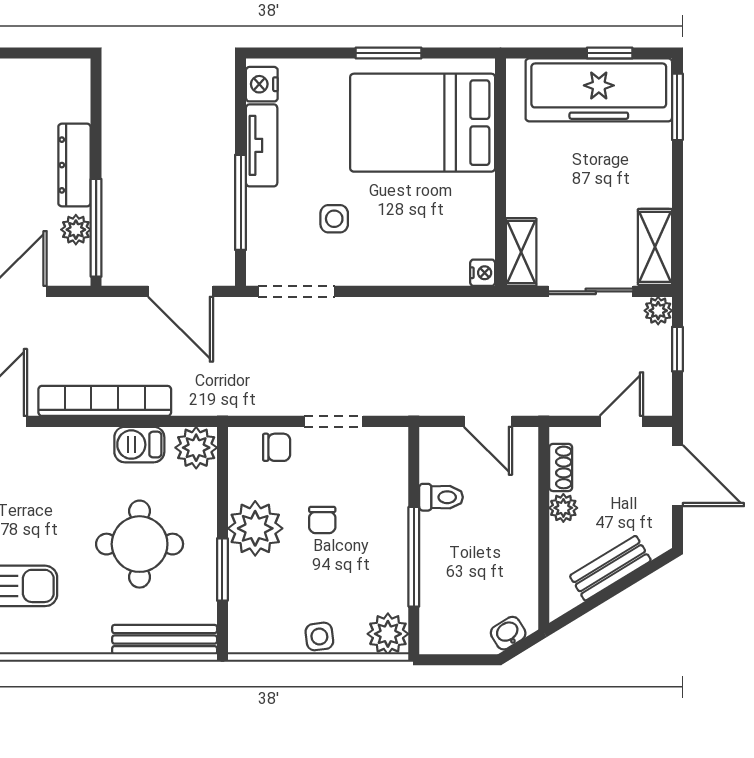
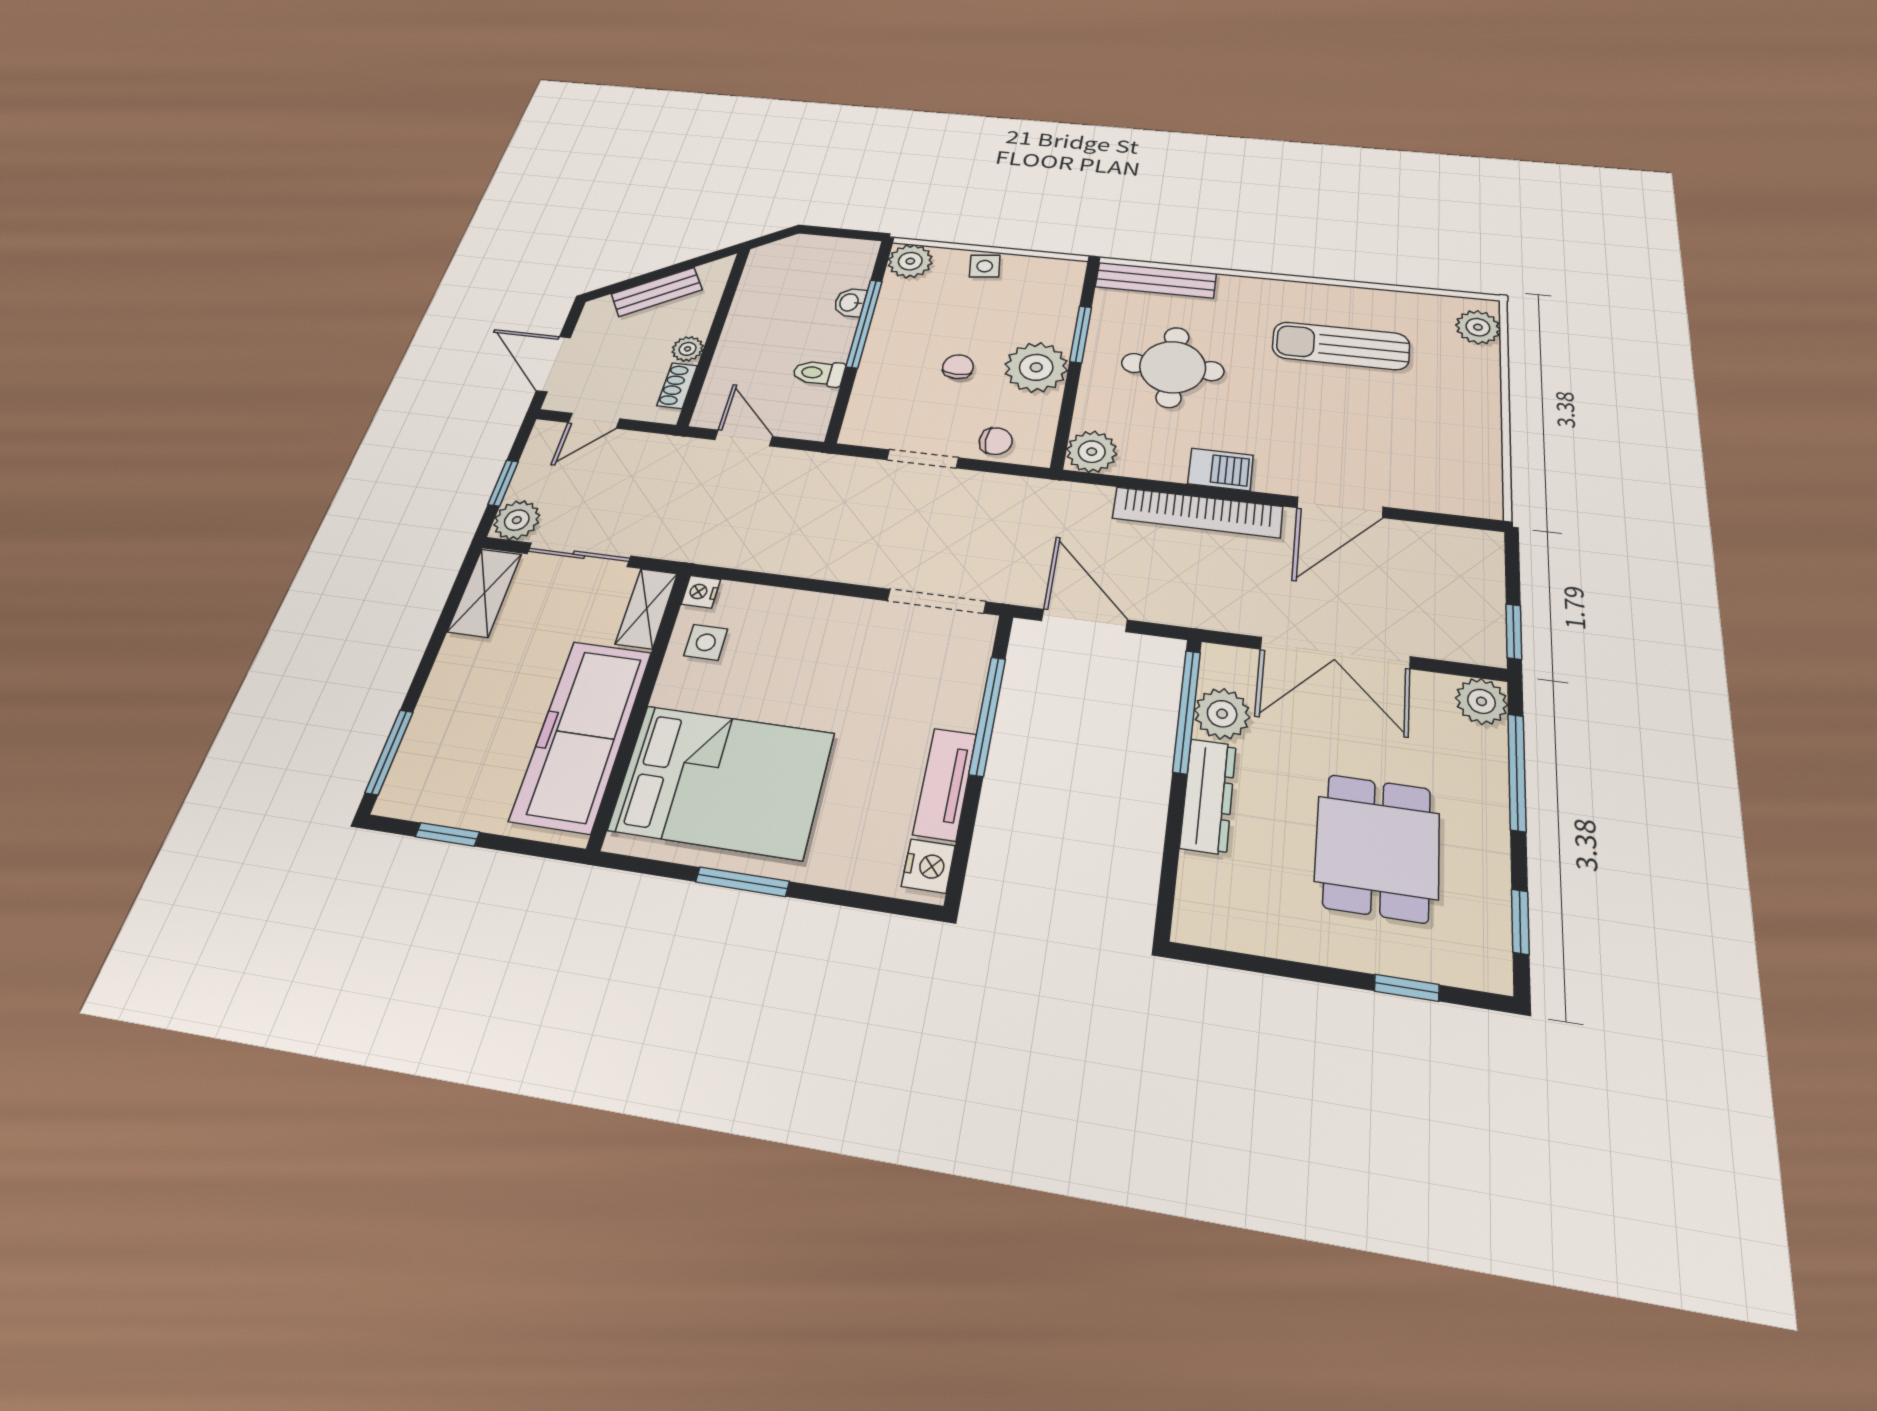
freezer: (599, 90) -> (582, 735), moved, turned -90
side table: (334, 219) -> (706, 642), moved
plant: (76, 230) -> (1222, 714), width x1.38, depth x1.38
plant: (658, 311) -> (517, 520), width x1.38, depth x1.38
barbecue: (139, 445) -> (1221, 469), moved
chair: (277, 447) -> (996, 441), turned 180
washbasin: (508, 633) -> (850, 302), moved, turned 121

